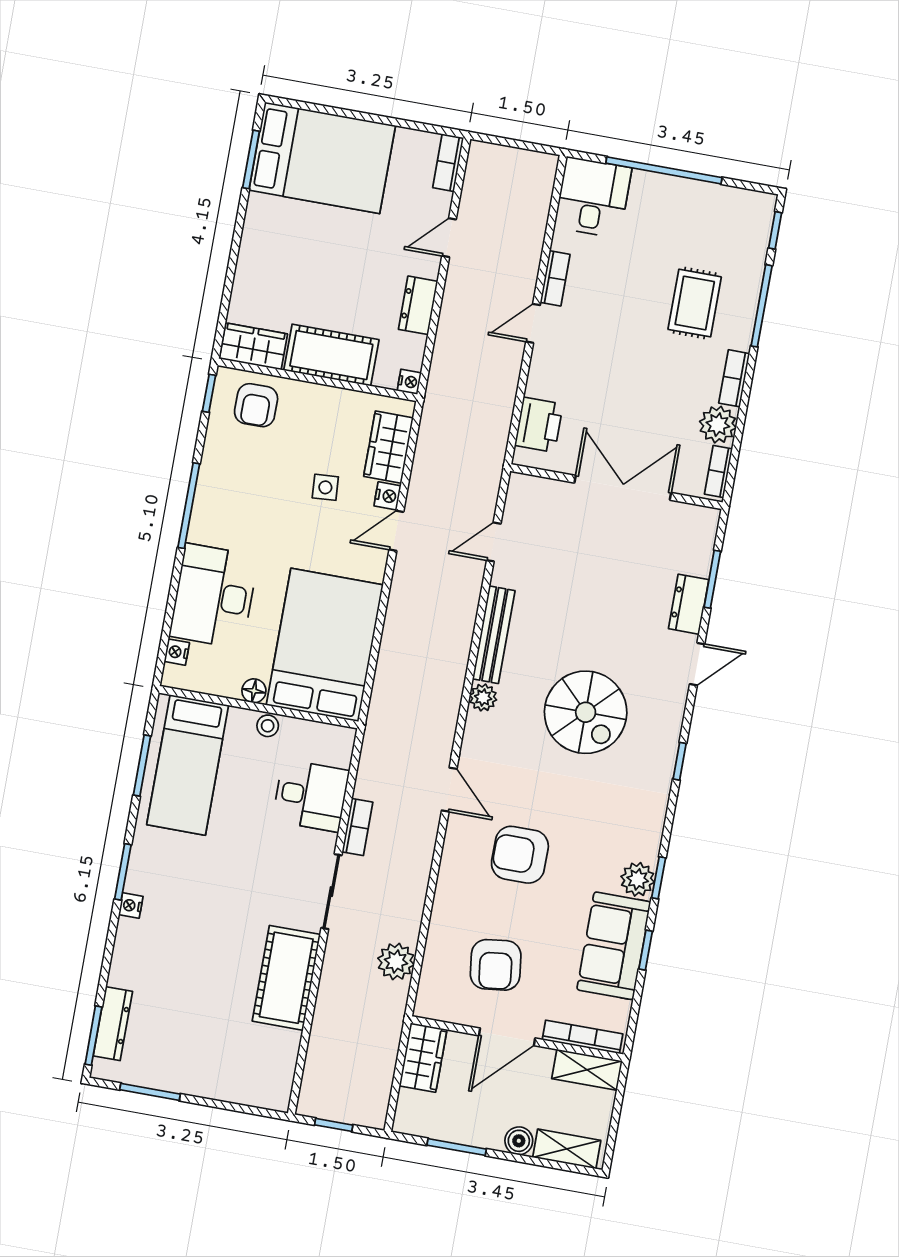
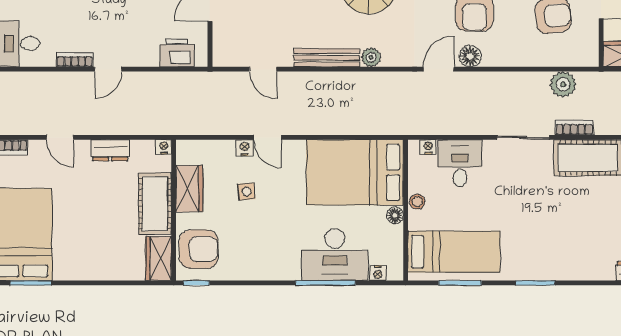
door: (533, 323) -> (108, 69), hinge flipped
armchair: (256, 405) -> (199, 249), width x1.38, depth x1.38
wardrobe: (388, 447) -> (189, 189), moved, turned -90
window: (189, 506) -> (325, 283), moved
bookcase: (357, 827) -> (574, 128), moved
floor lamp: (460, 837) -> (470, 56), added
nightstand: (131, 906) -> (428, 147), moved, turned 180

